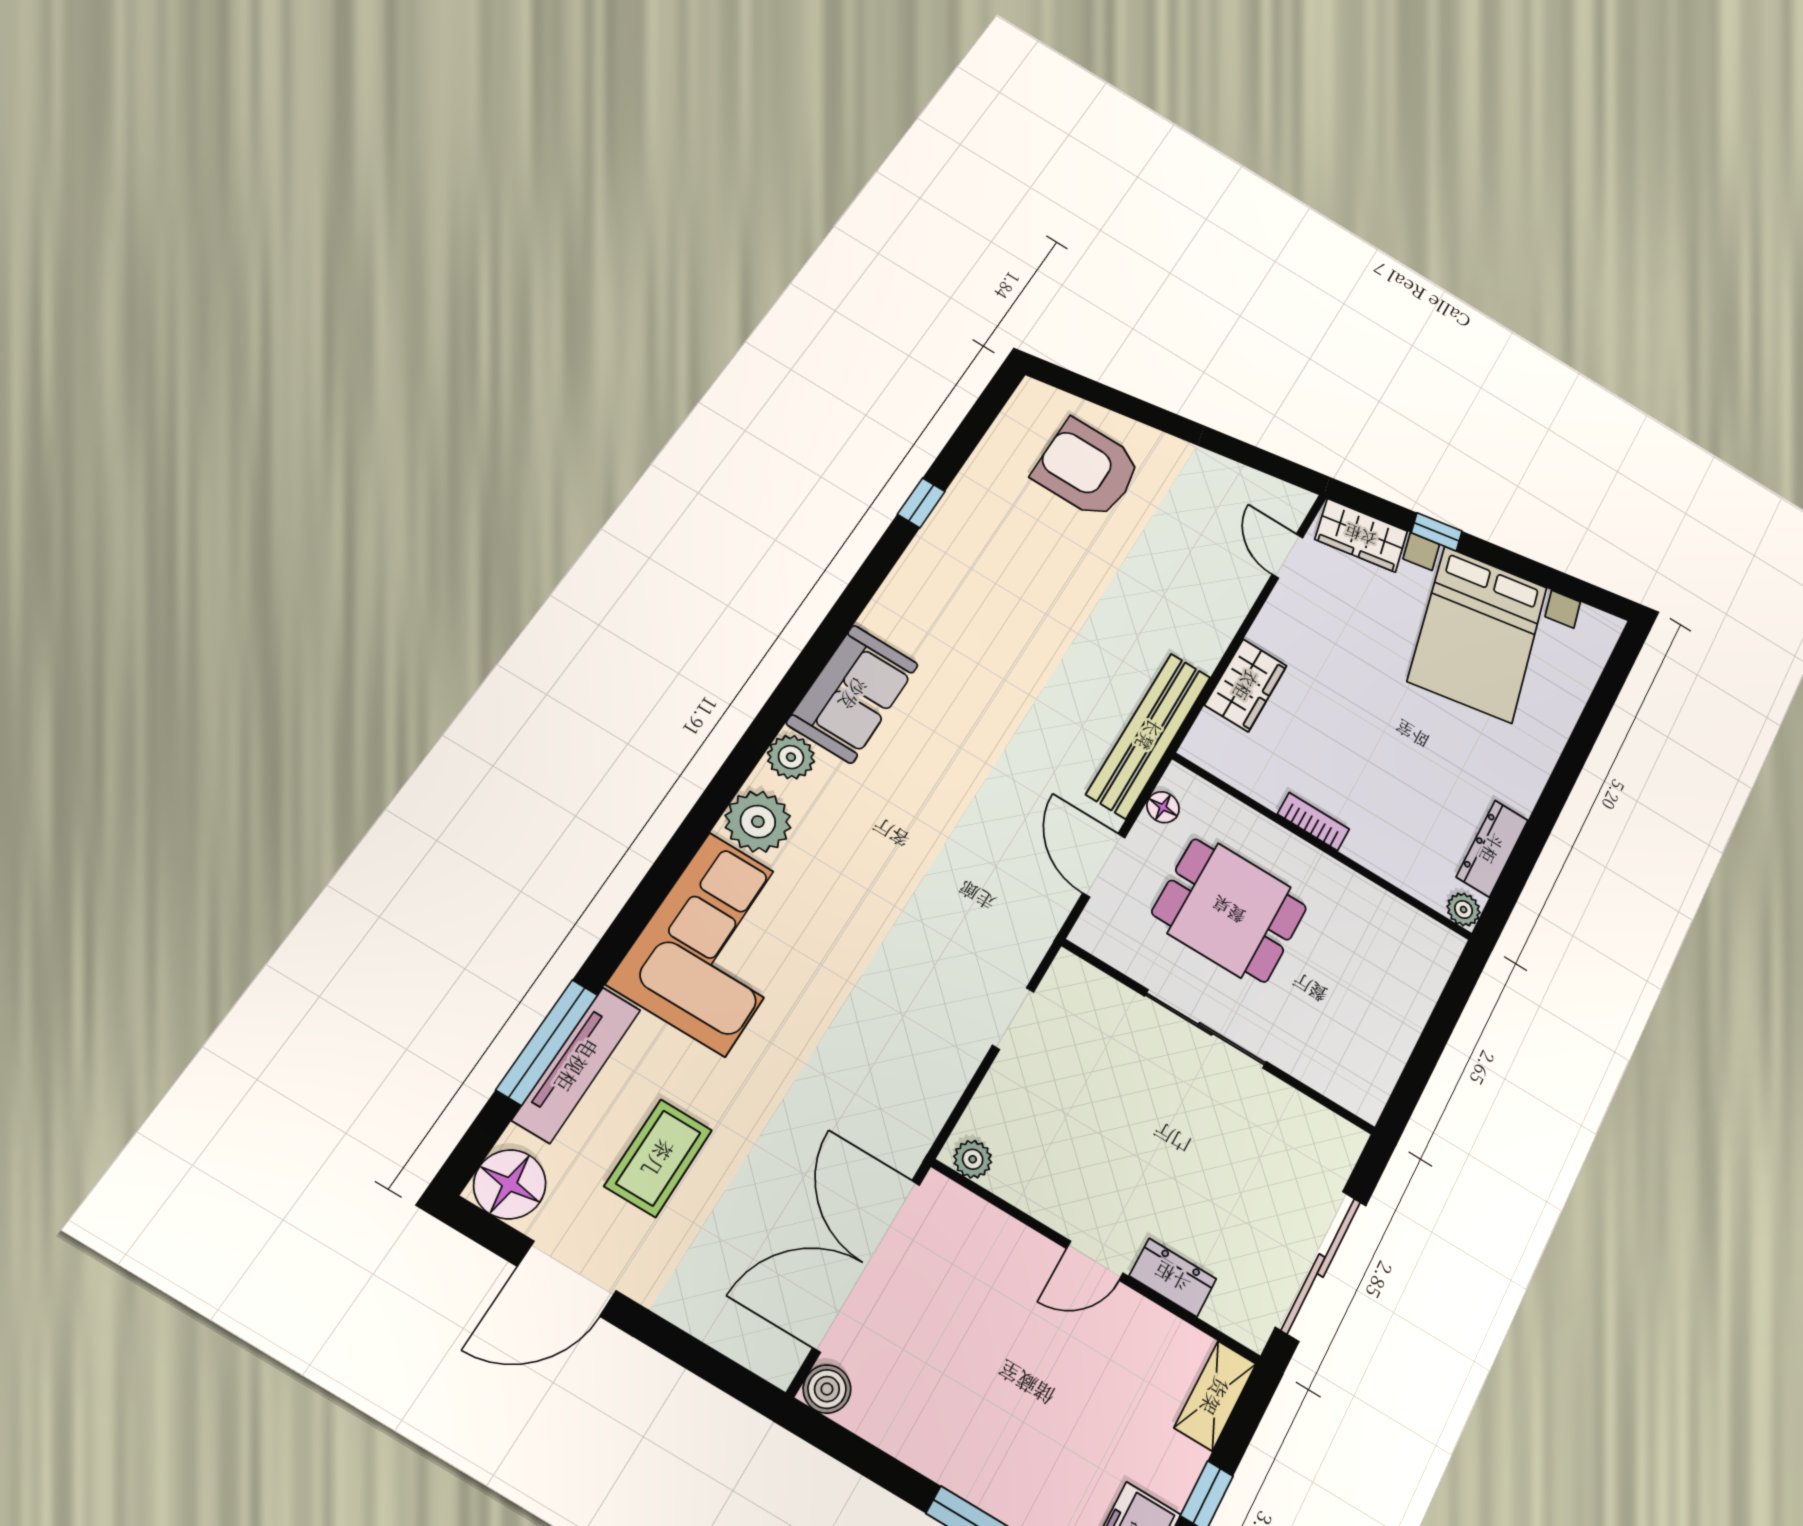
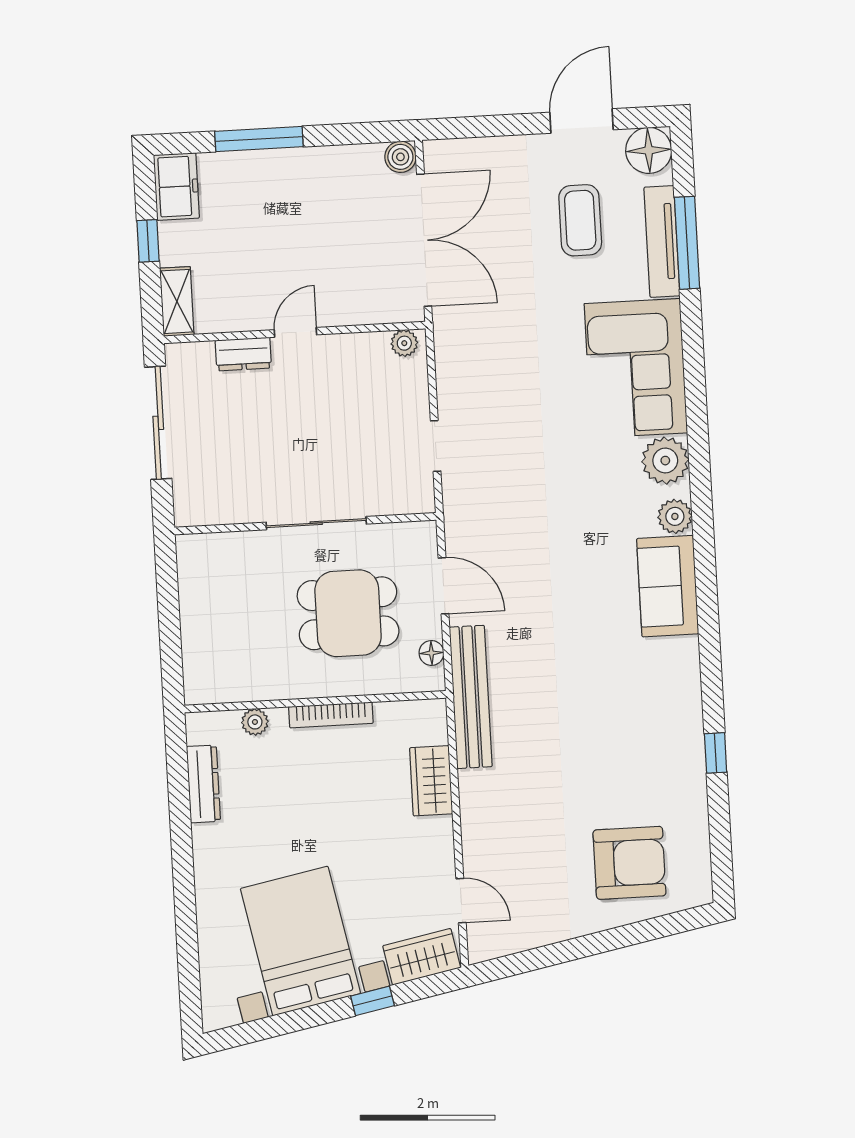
bookcase: (1313, 822) -> (331, 715), width x1.56
plant: (1464, 910) -> (255, 722), moved

